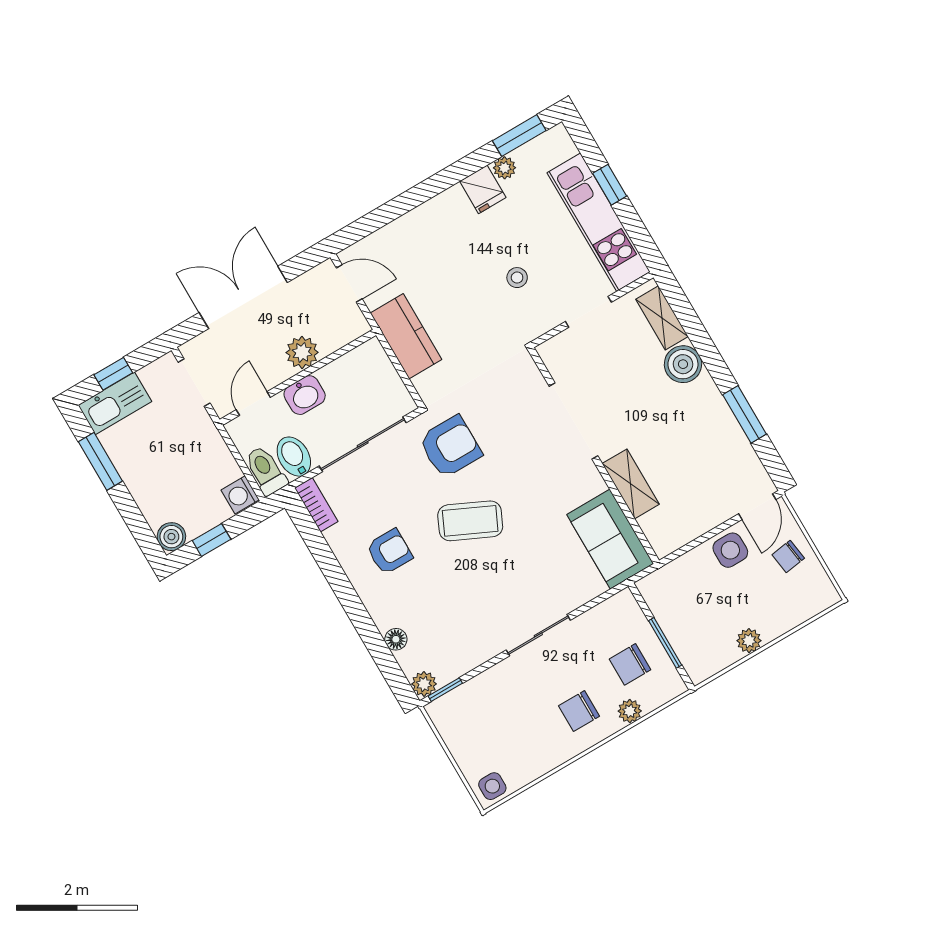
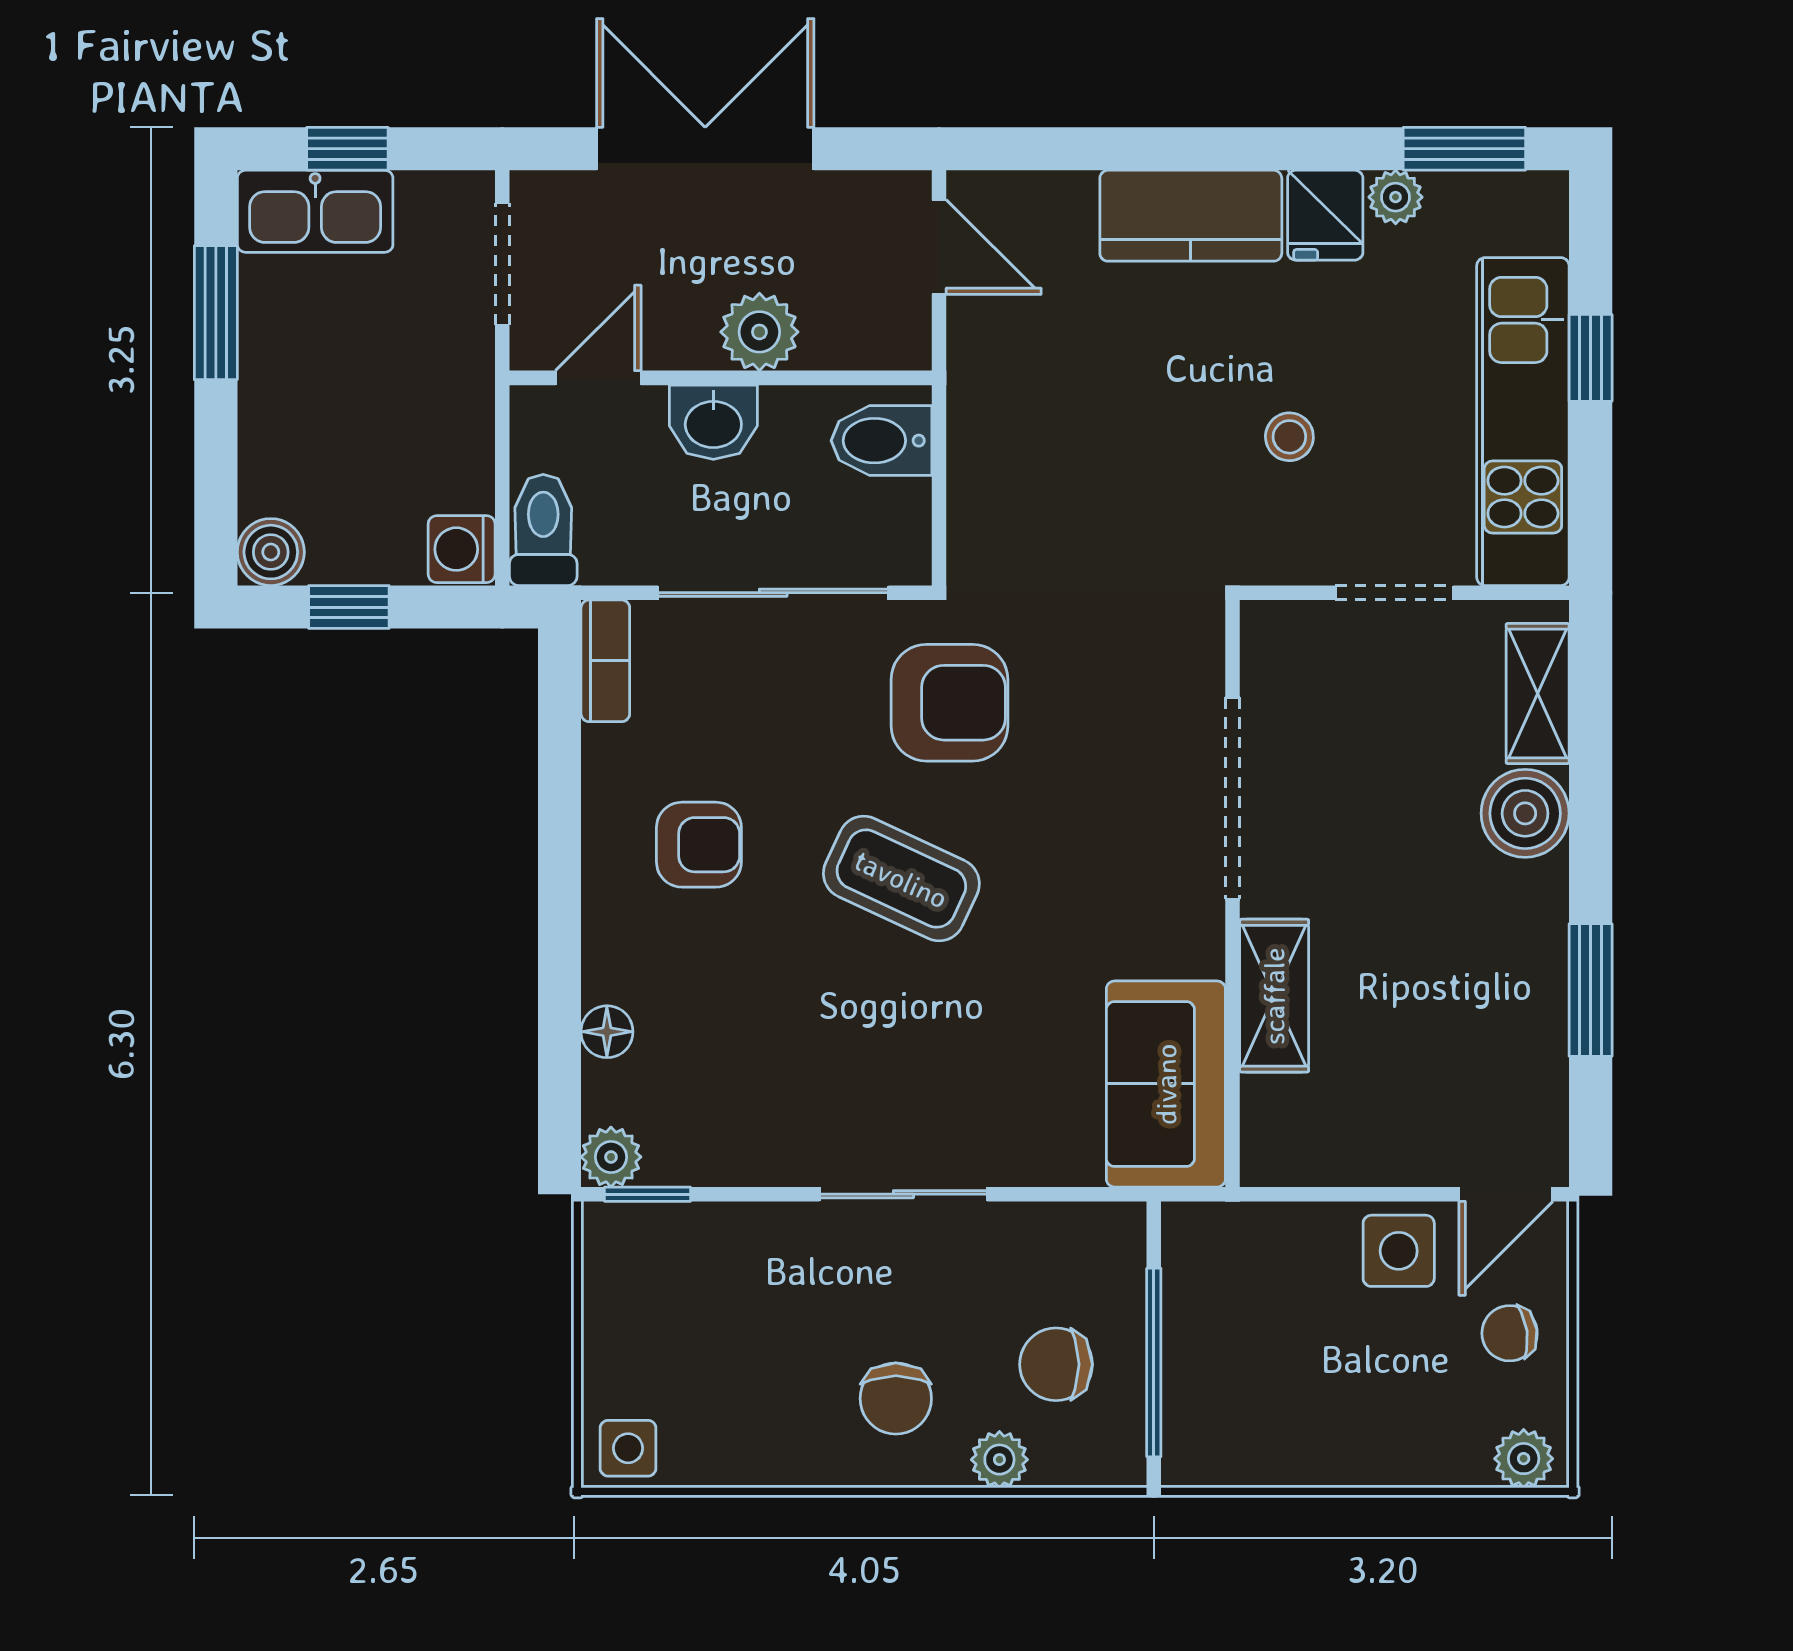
kitchen counter: (406, 336) -> (1191, 216), moved, turned 90
bidet: (294, 457) -> (881, 441), moved, turned -90
plant: (749, 641) -> (1524, 1459), moved
window: (665, 643) -> (1154, 1363), width x1.44
chair: (579, 711) -> (896, 1399), turned -90

